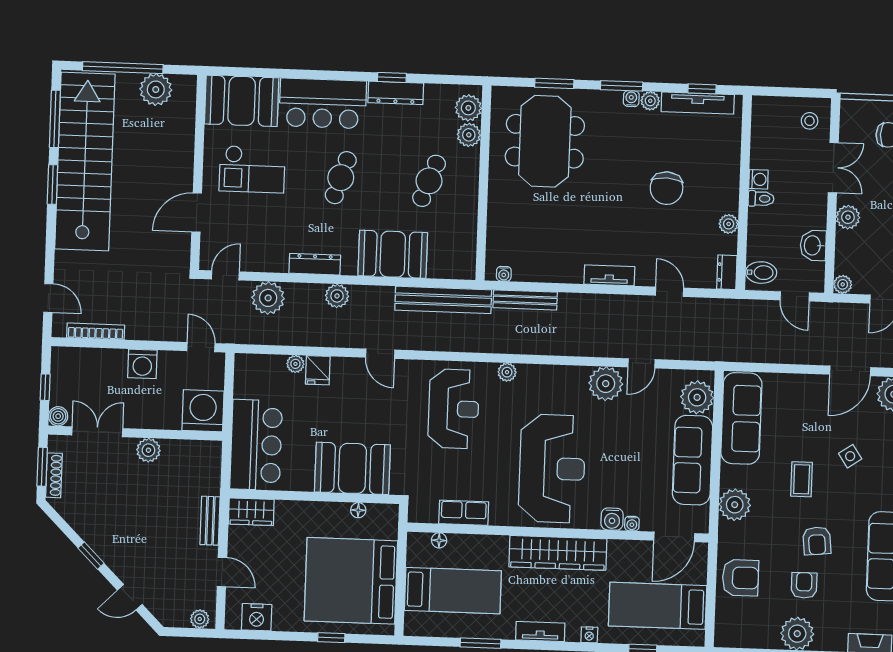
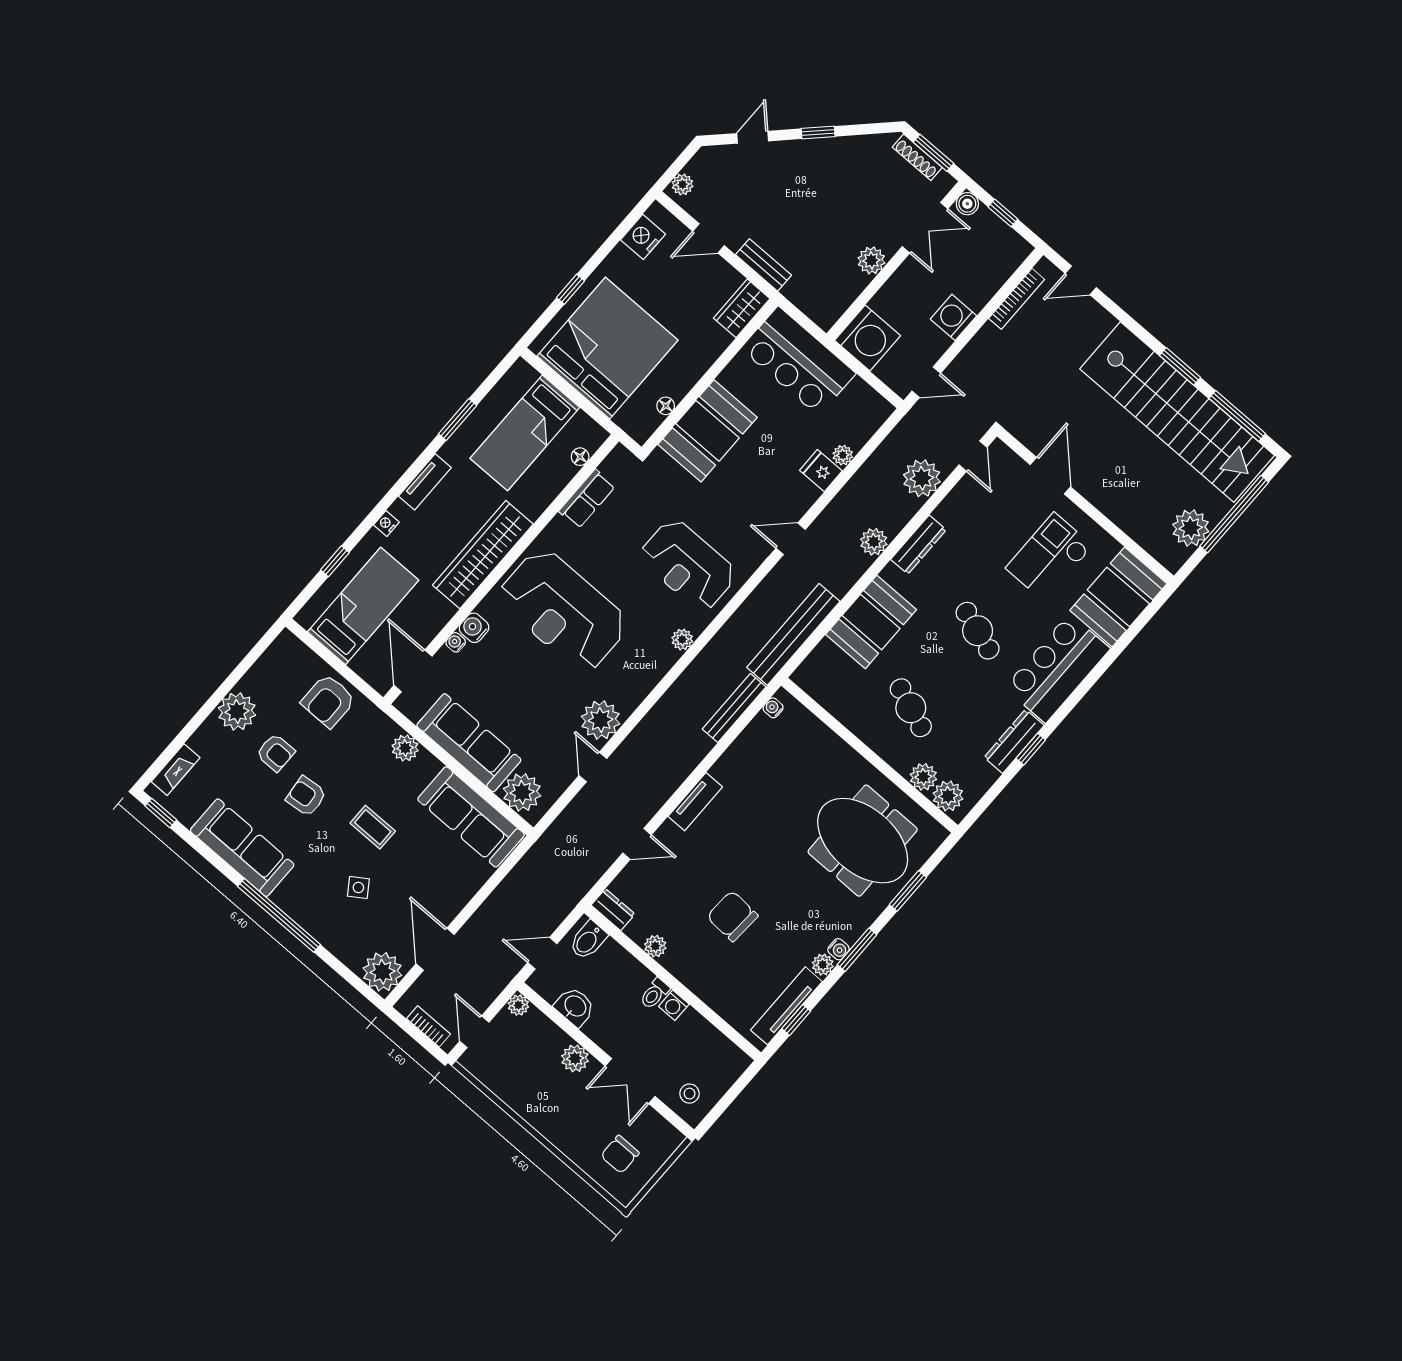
plant: (735, 505) -> (405, 748), width x0.73, depth x0.73

